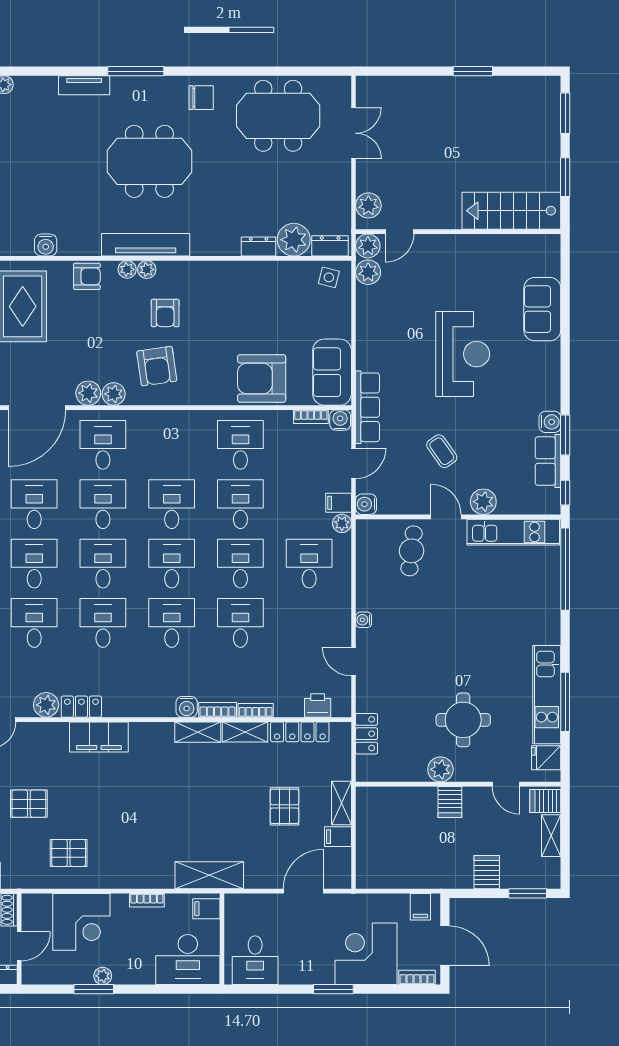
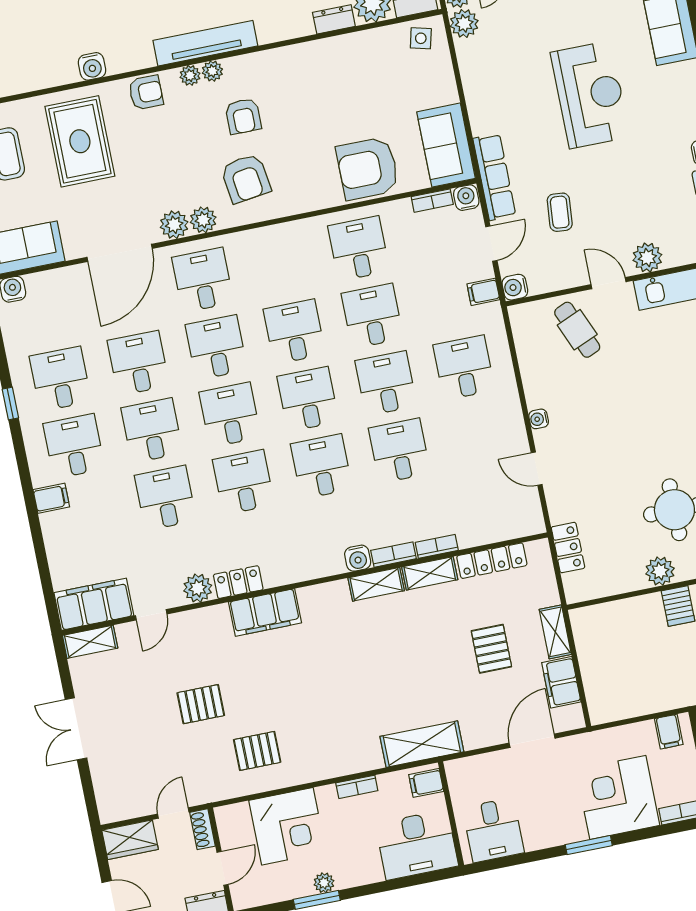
coffee table: (442, 451) -> (560, 212), moved, turned 40
plant: (342, 523) -> (492, 314), removed
cafe table: (412, 551) -> (577, 330), turned -30
printer: (318, 705) -> (506, 527), removed
filing cabinet: (338, 837) -> (561, 682), width x2.00

